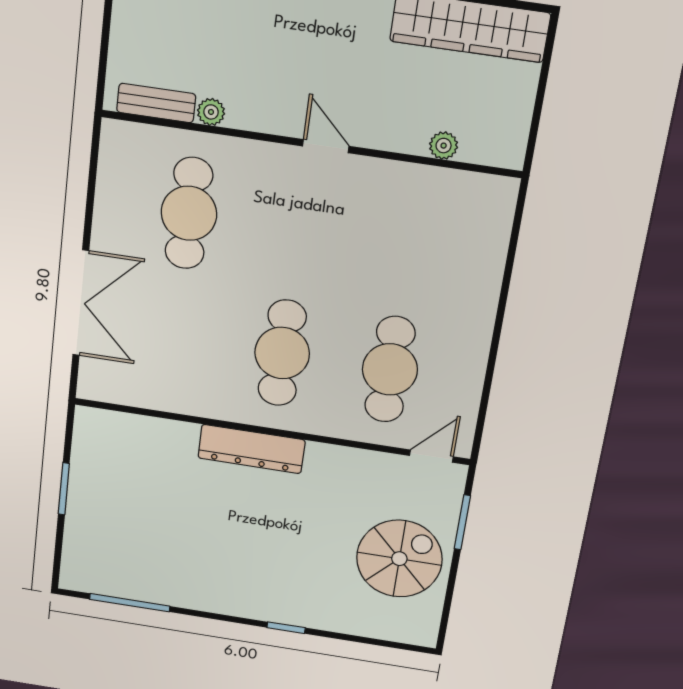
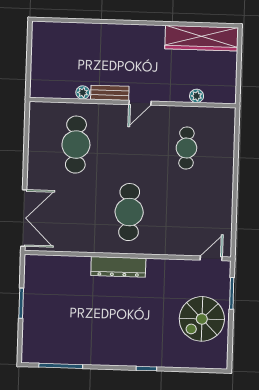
bench: (156, 103) -> (110, 93), moved
door: (326, 146) -> (140, 103), swing flipped
double door: (81, 303) -> (24, 218), moved
cafe table: (390, 369) -> (186, 148), moved, width x0.73, depth x0.74
spiral stairs: (399, 559) -> (202, 319), turned 180

